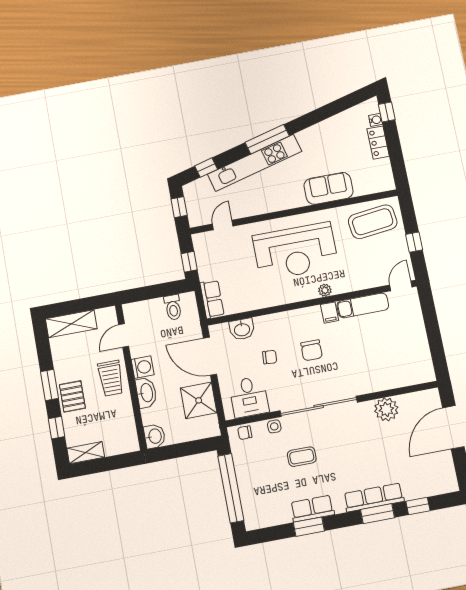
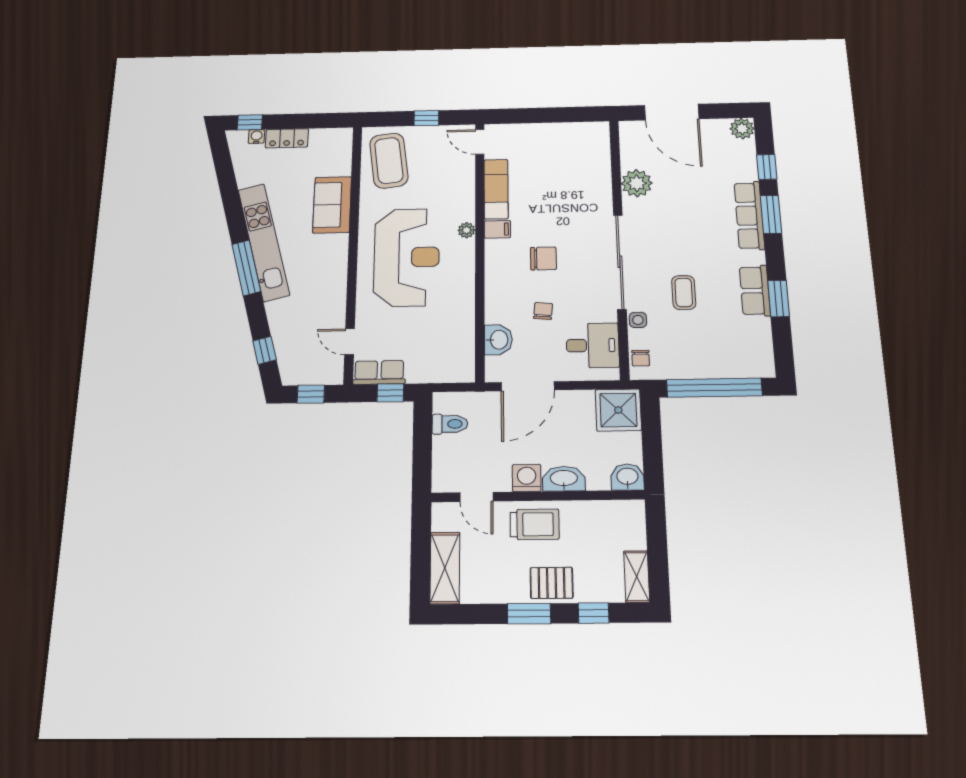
kitchen unit: (255, 163) -> (264, 242), moved
row of seats: (212, 299) -> (379, 372), moved
shower: (199, 400) -> (618, 410), moved
plant: (448, 483) -> (742, 129), added

